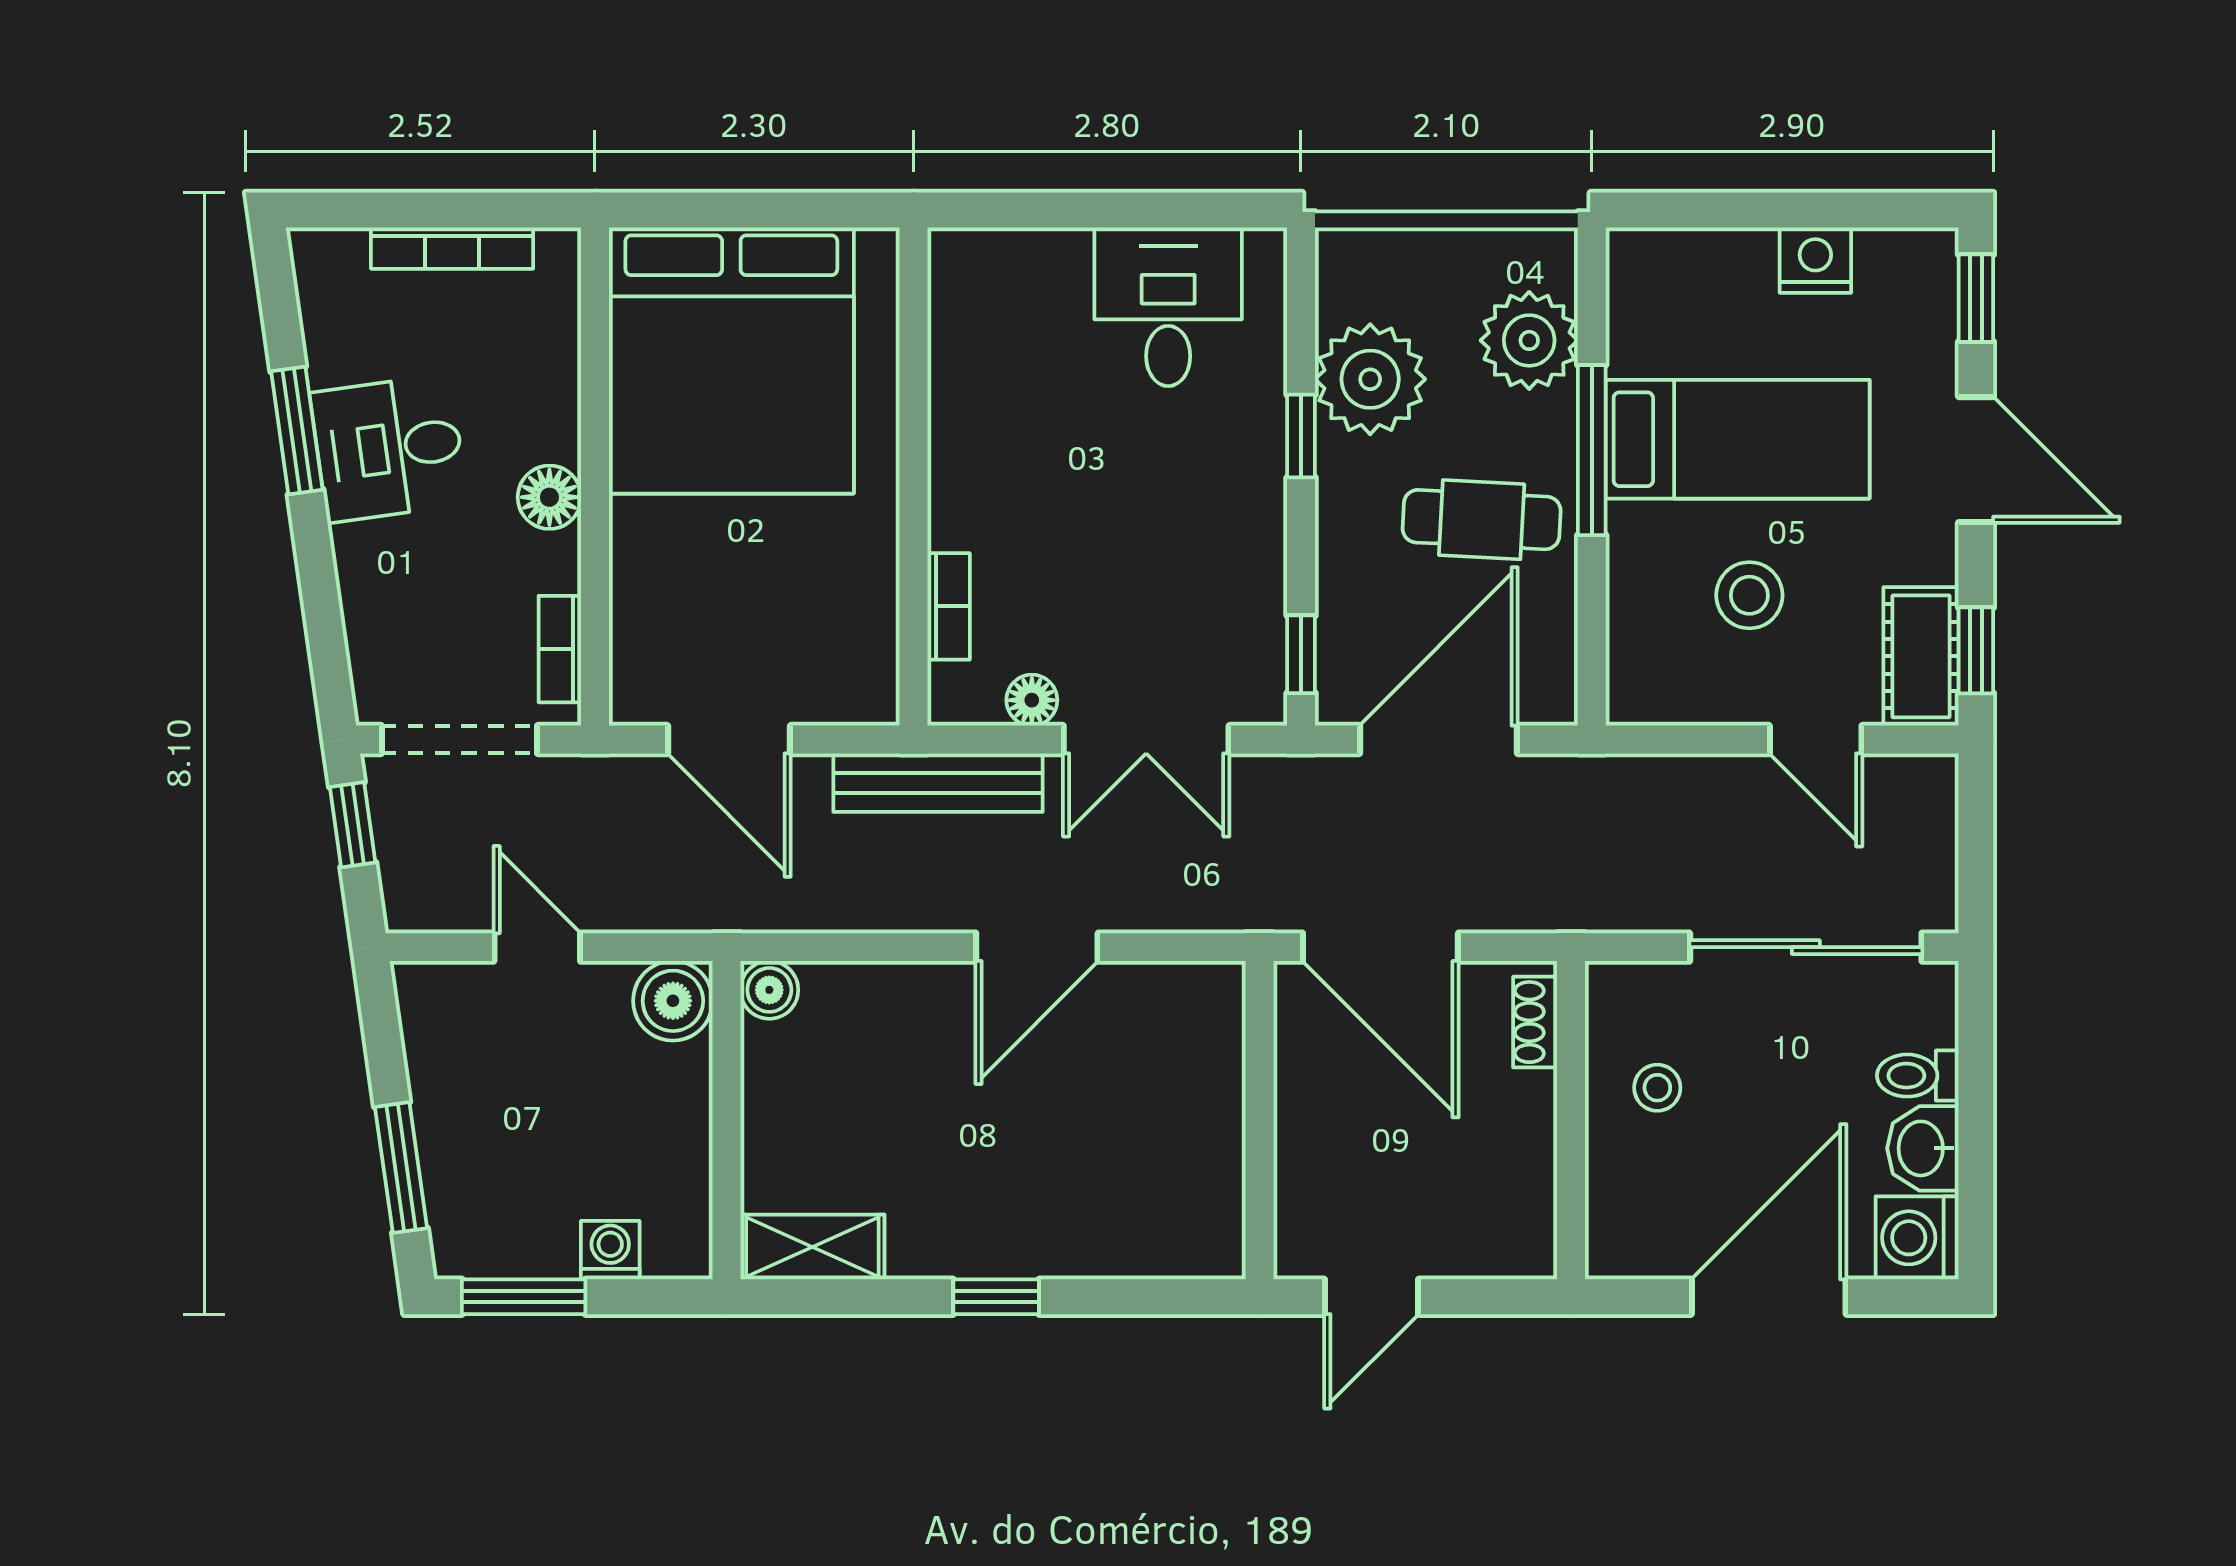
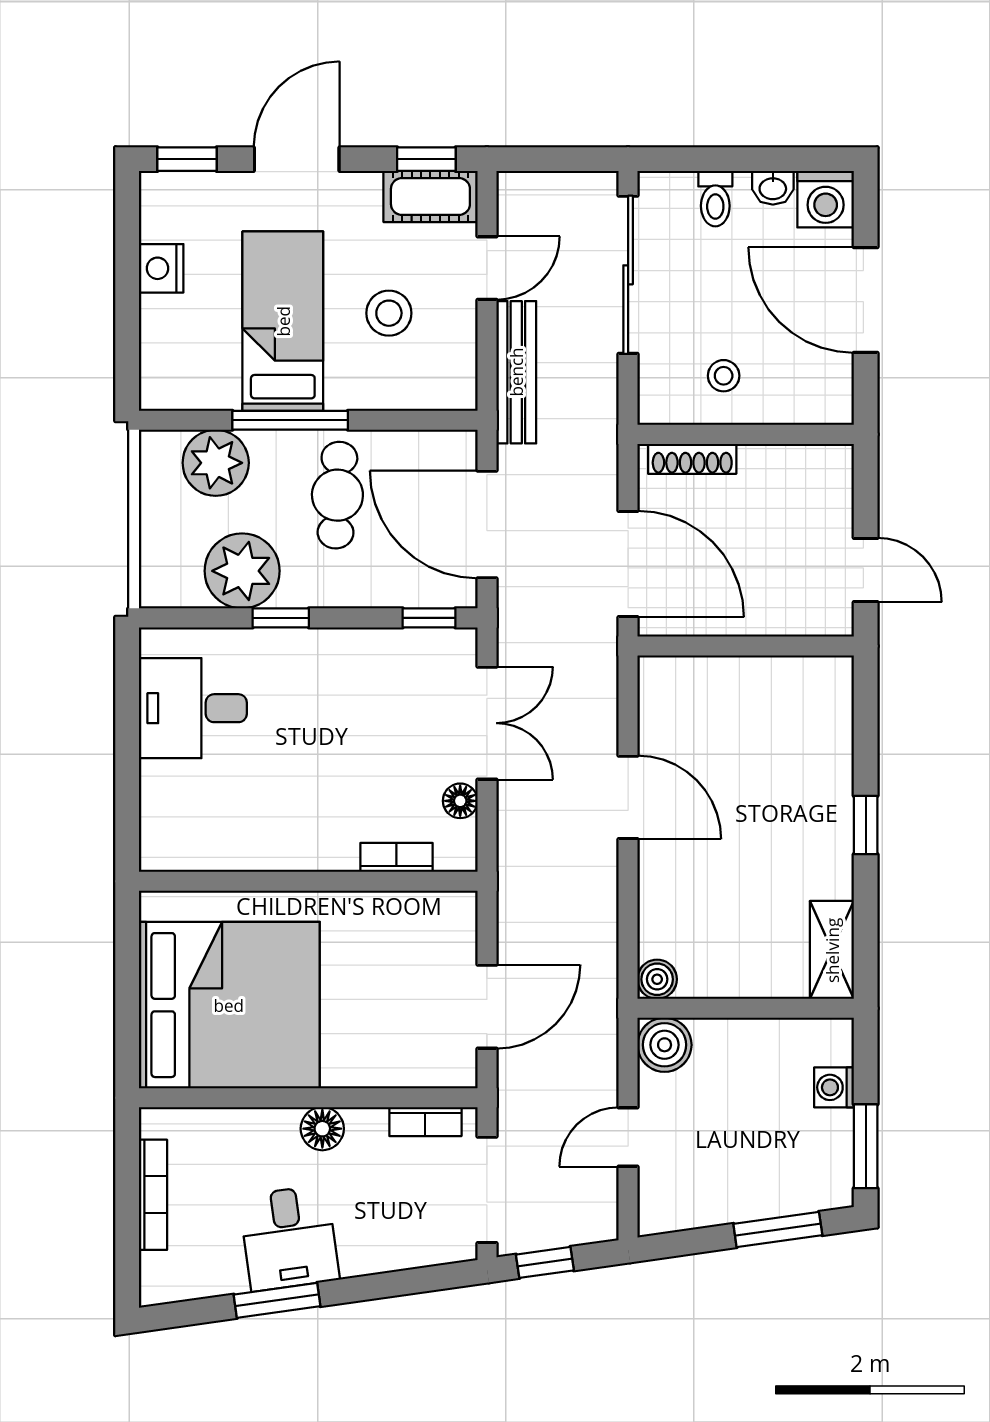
bench: (938, 783) -> (516, 372), moved
door: (1380, 947) -> (628, 564), hinge flipped
shoe rack: (1535, 1022) -> (692, 459), width x1.43
washbasin: (1923, 1148) -> (773, 188), width x0.72, depth x0.69

